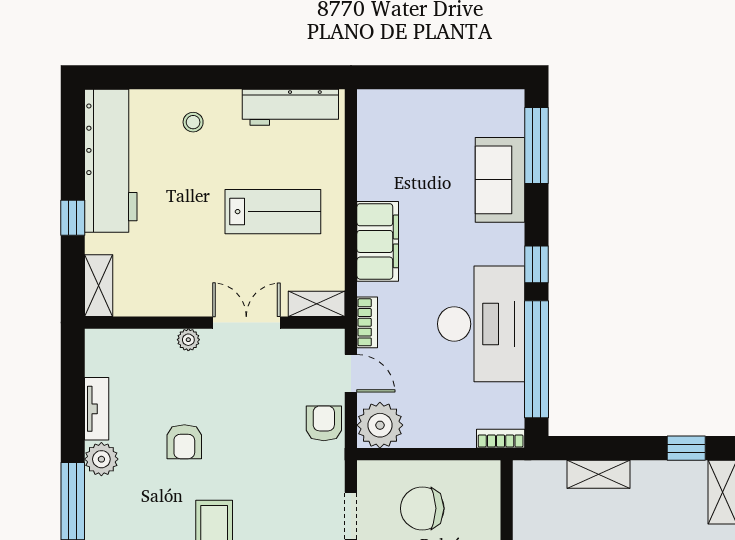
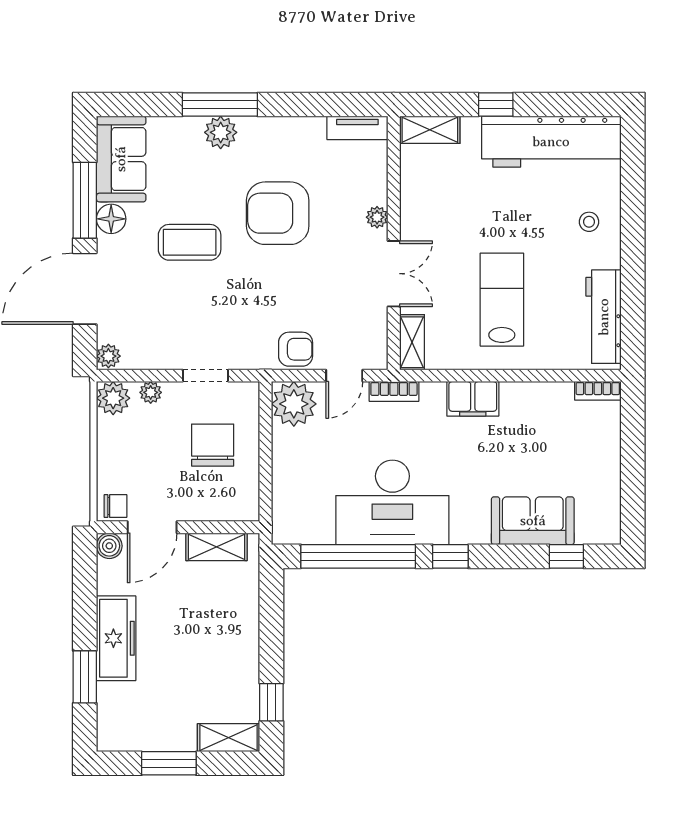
window: (536, 145) -> (566, 556), width x0.46
lab bench: (273, 212) -> (502, 300), turned 180
filing cabinet: (378, 241) -> (473, 399), width x0.67, depth x0.86
tv unit: (97, 409) -> (357, 128), moved
bookcase: (501, 439) -> (598, 391), moved, turned 90
armchair: (184, 442) -> (278, 213), width x1.88, depth x1.88
plant: (101, 459) -> (221, 132), moved
shelving: (599, 474) -> (217, 547), moved, turned 90

